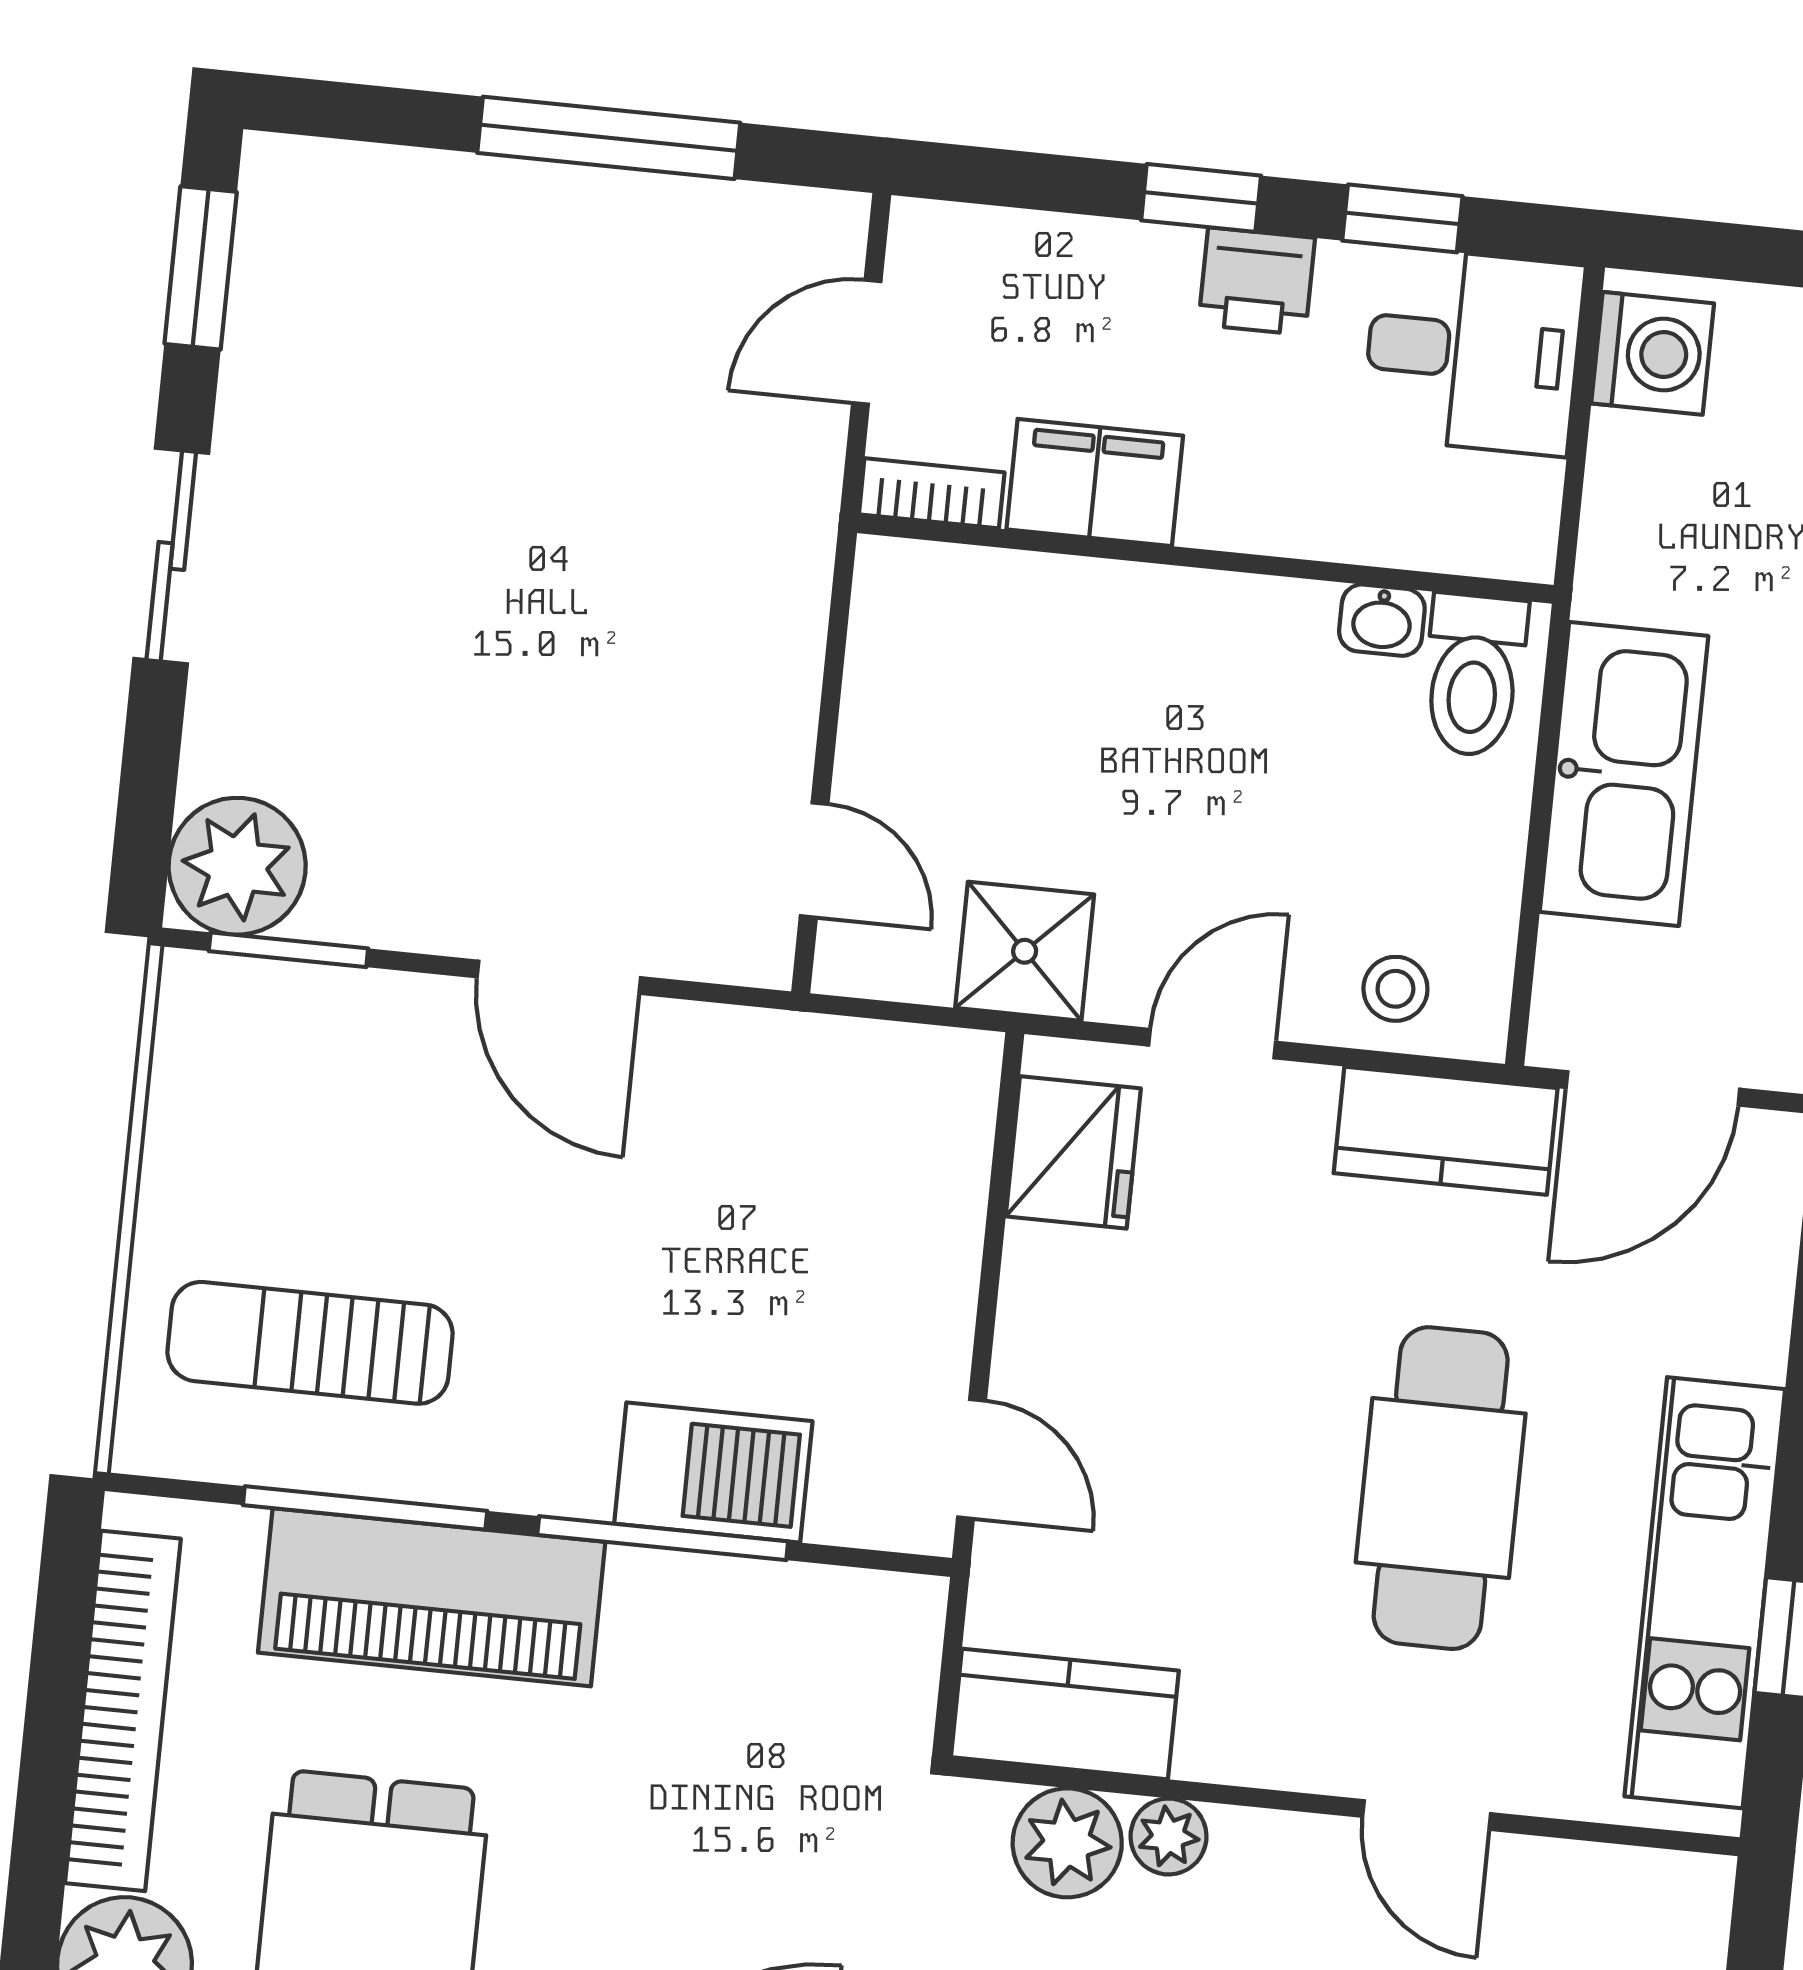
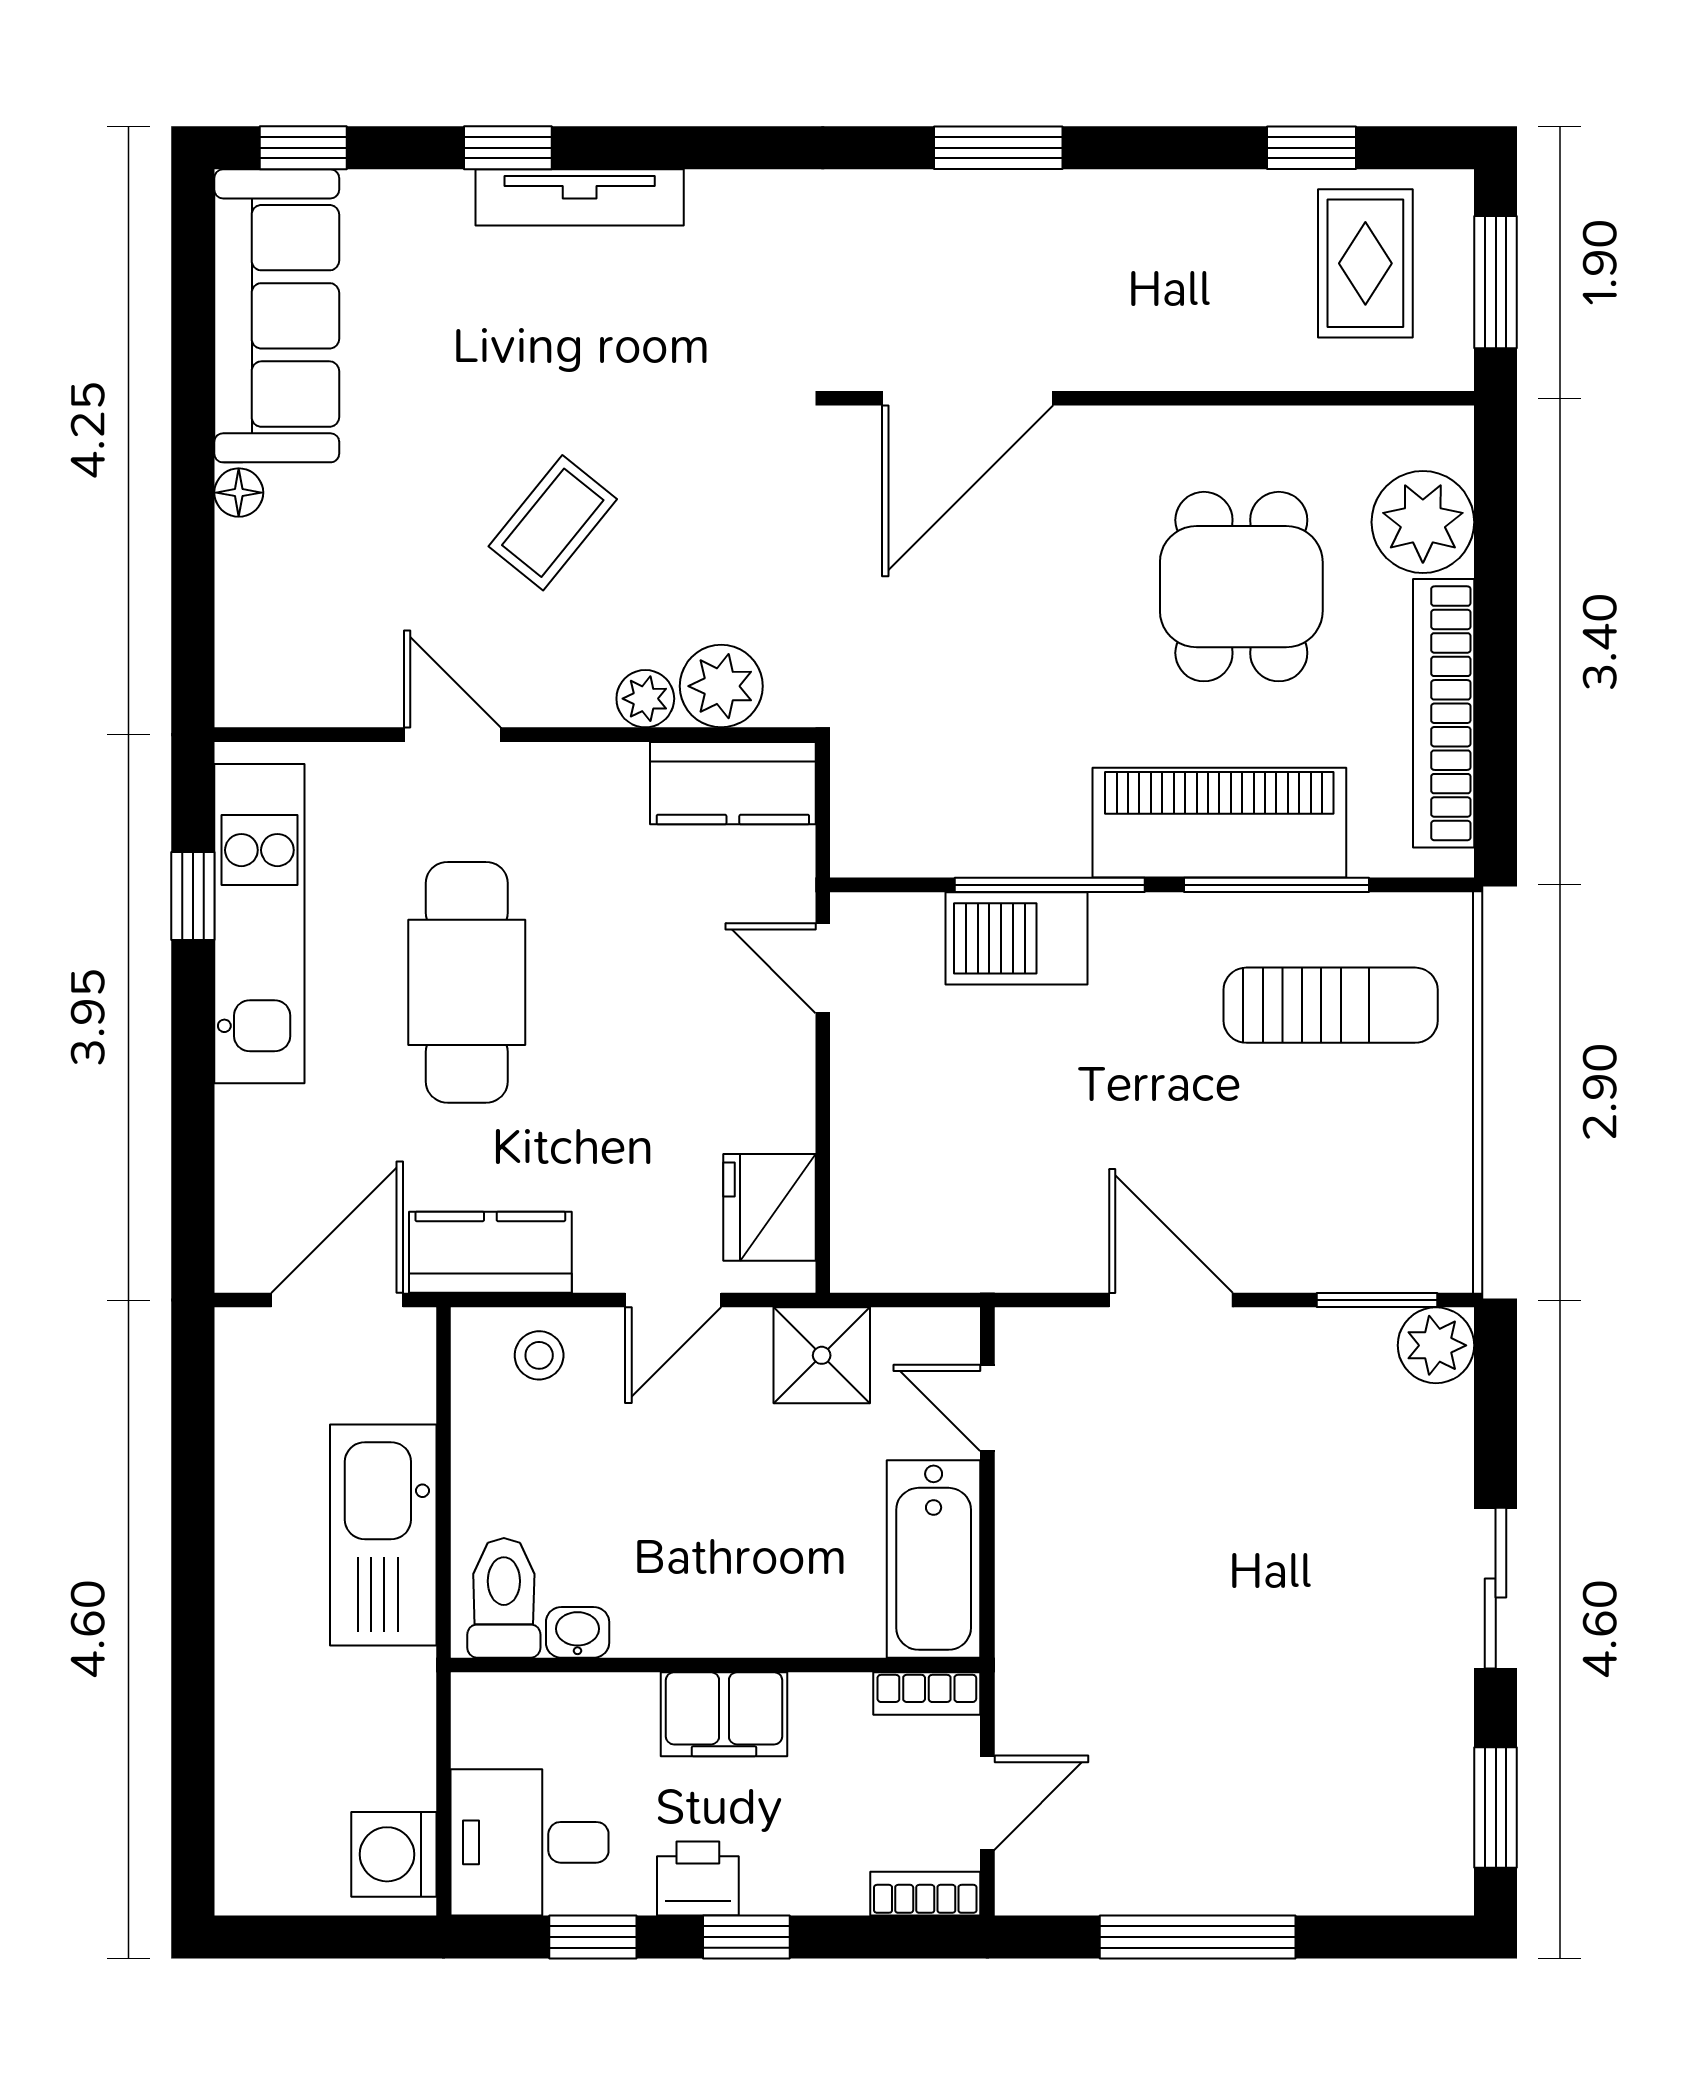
bookcase: (960, 231) -> (925, 1894), added
filing cabinet: (1095, 482) -> (724, 1714), moved
bathtub: (905, 669) -> (934, 1559), added
plant: (237, 866) -> (1436, 1345), width x0.73, depth x0.73

